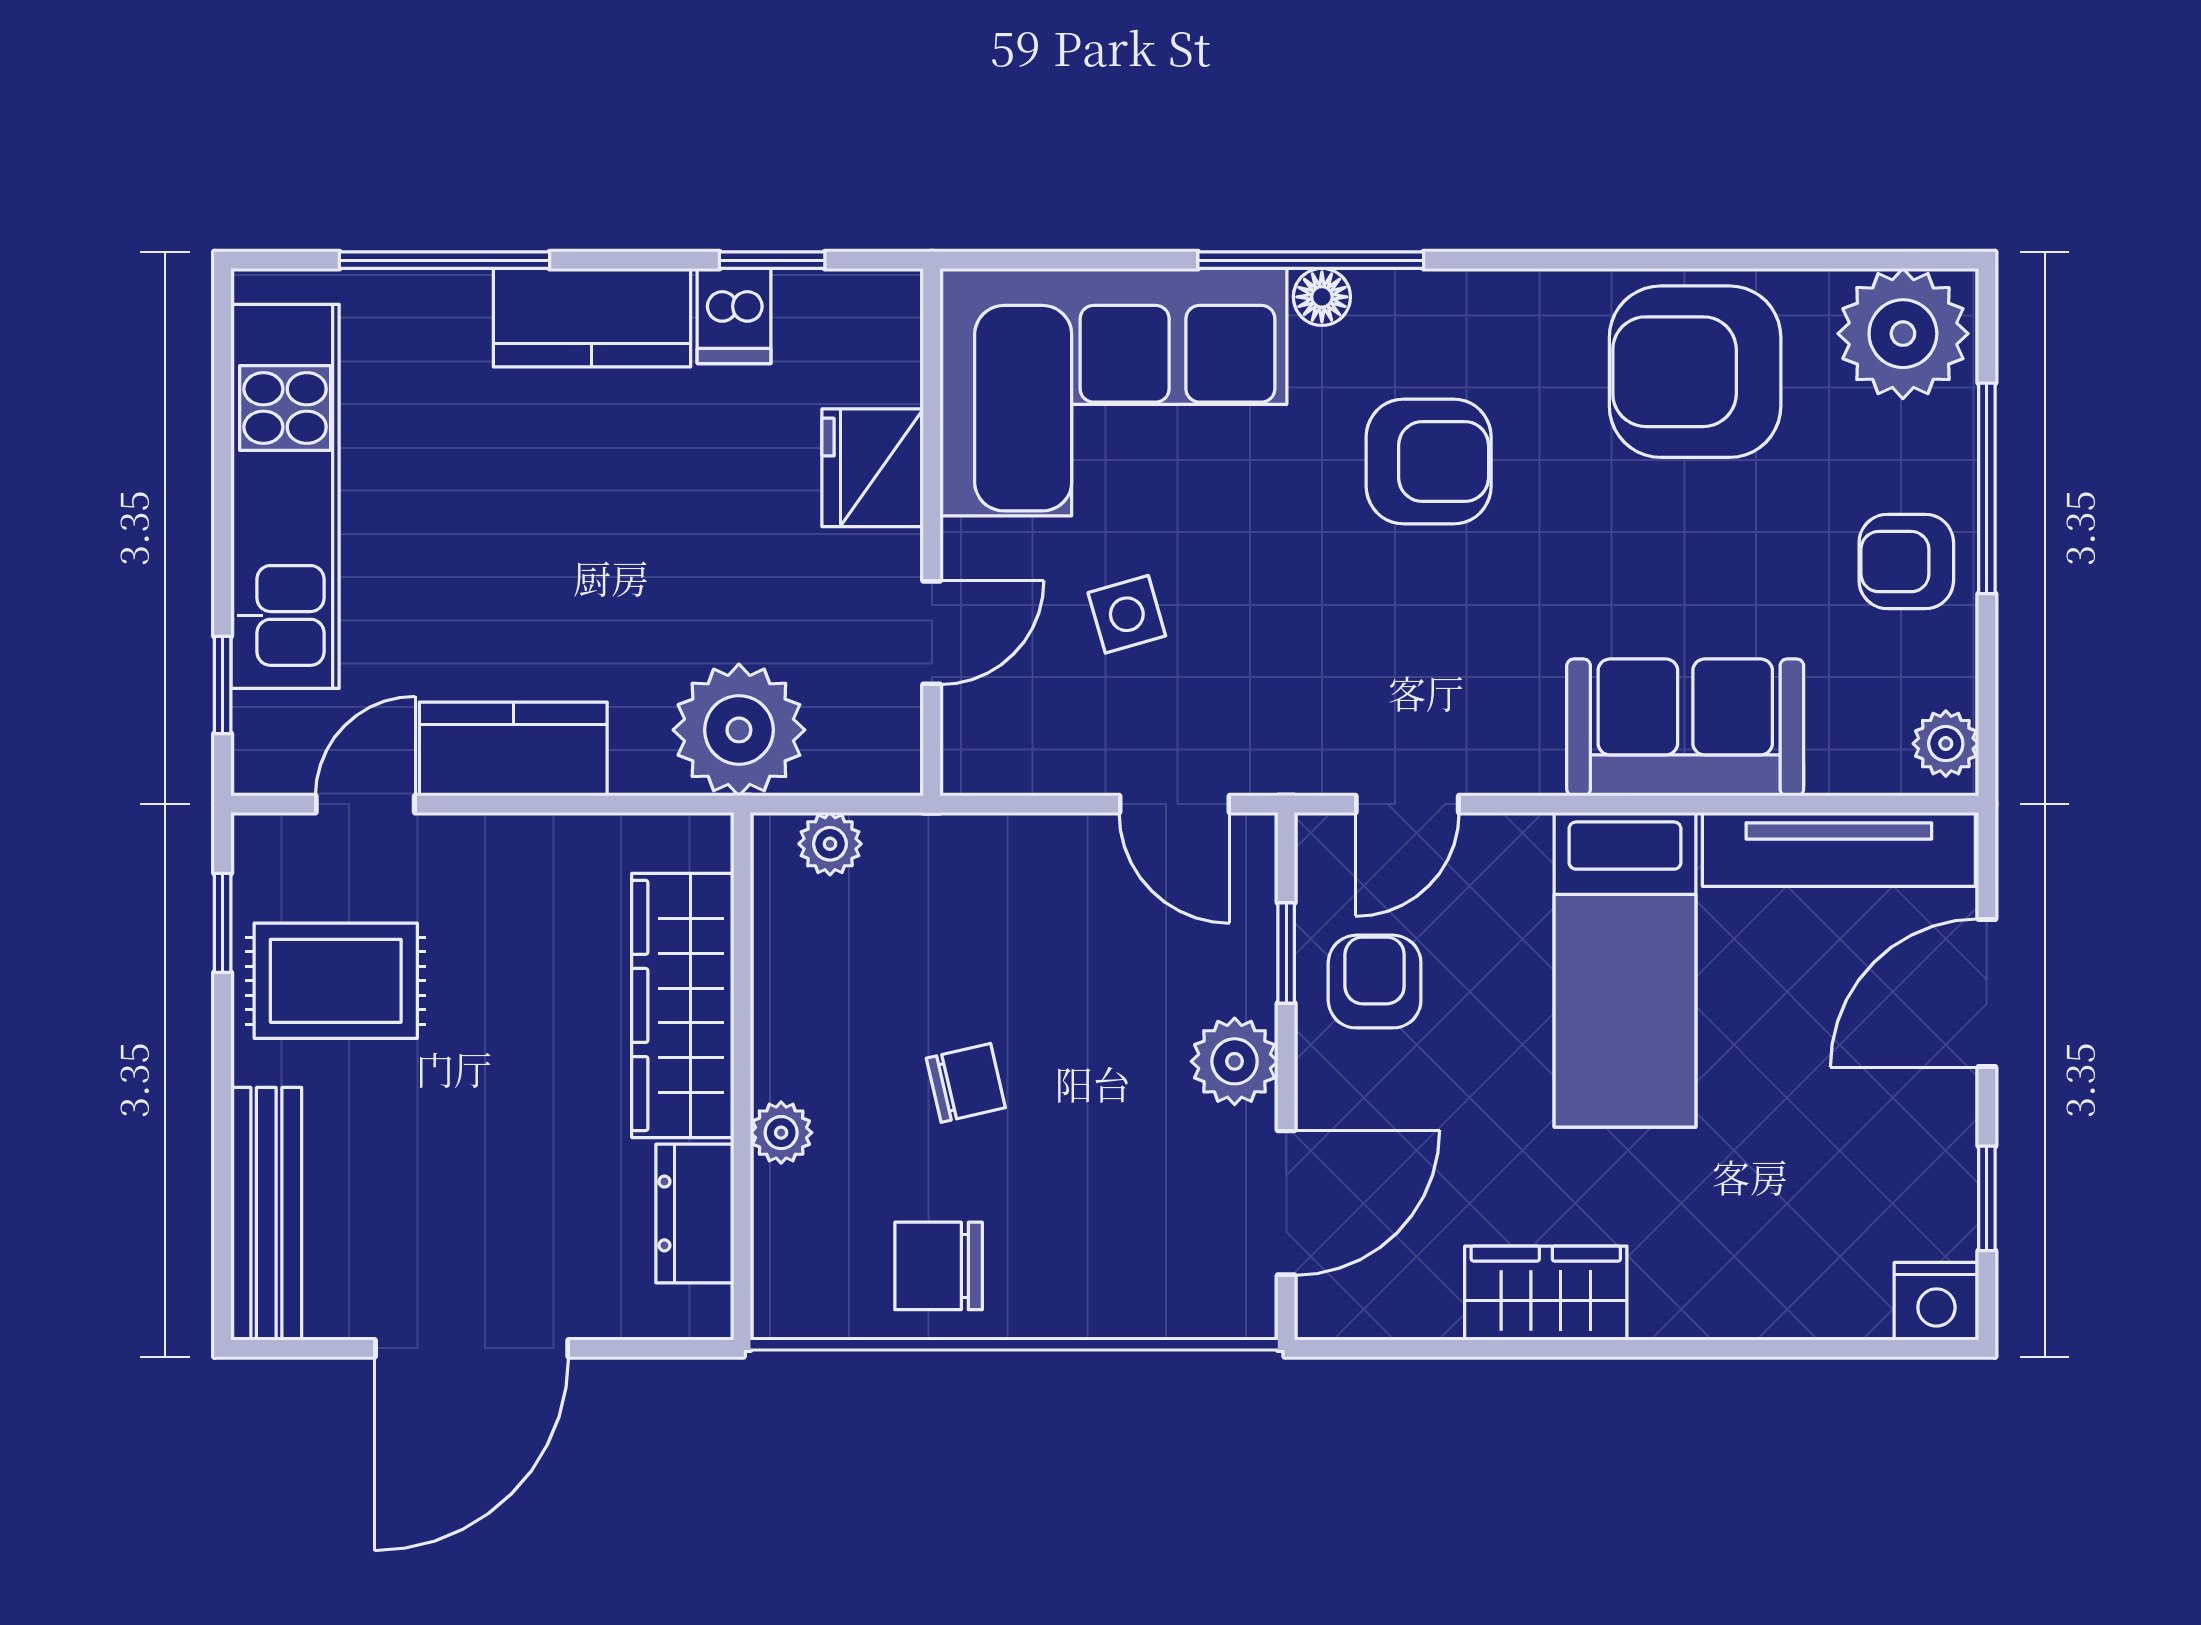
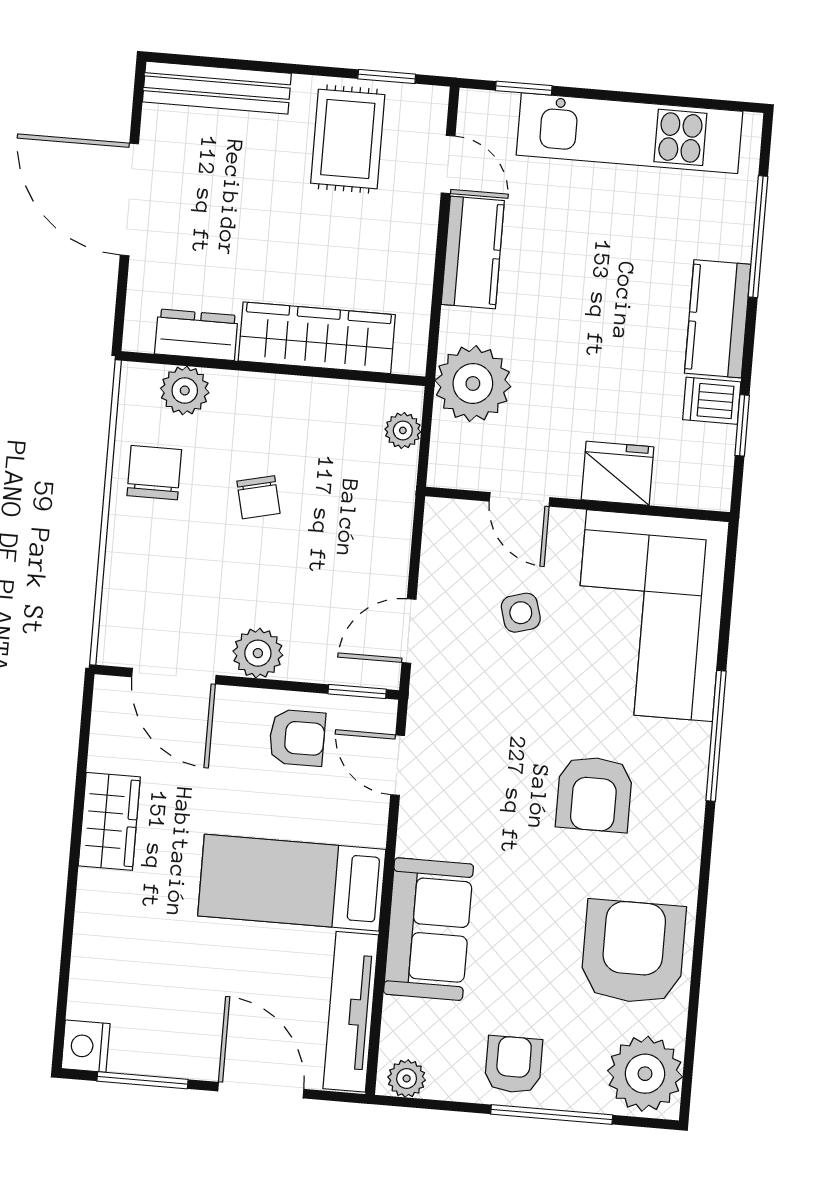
floor lamp: (1322, 297) -> (694, 741), removed
window: (1286, 953) -> (357, 691), moved
plant: (781, 1133) -> (185, 390), moved, width x1.38, depth x1.38
window: (1987, 1198) -> (142, 1080), width x1.50

